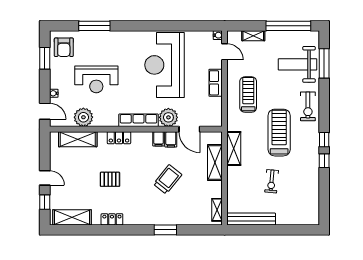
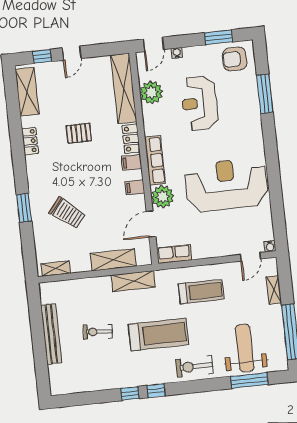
row of seats: (216, 83) -> (174, 254), moved
shelving: (78, 139) -> (124, 88), width x1.47
filing cabinet: (171, 139) -> (132, 162), moved
pallet: (110, 179) -> (79, 133), turned 90
trolley: (168, 179) -> (67, 213), moved
bench: (251, 219) -> (51, 334), moved

